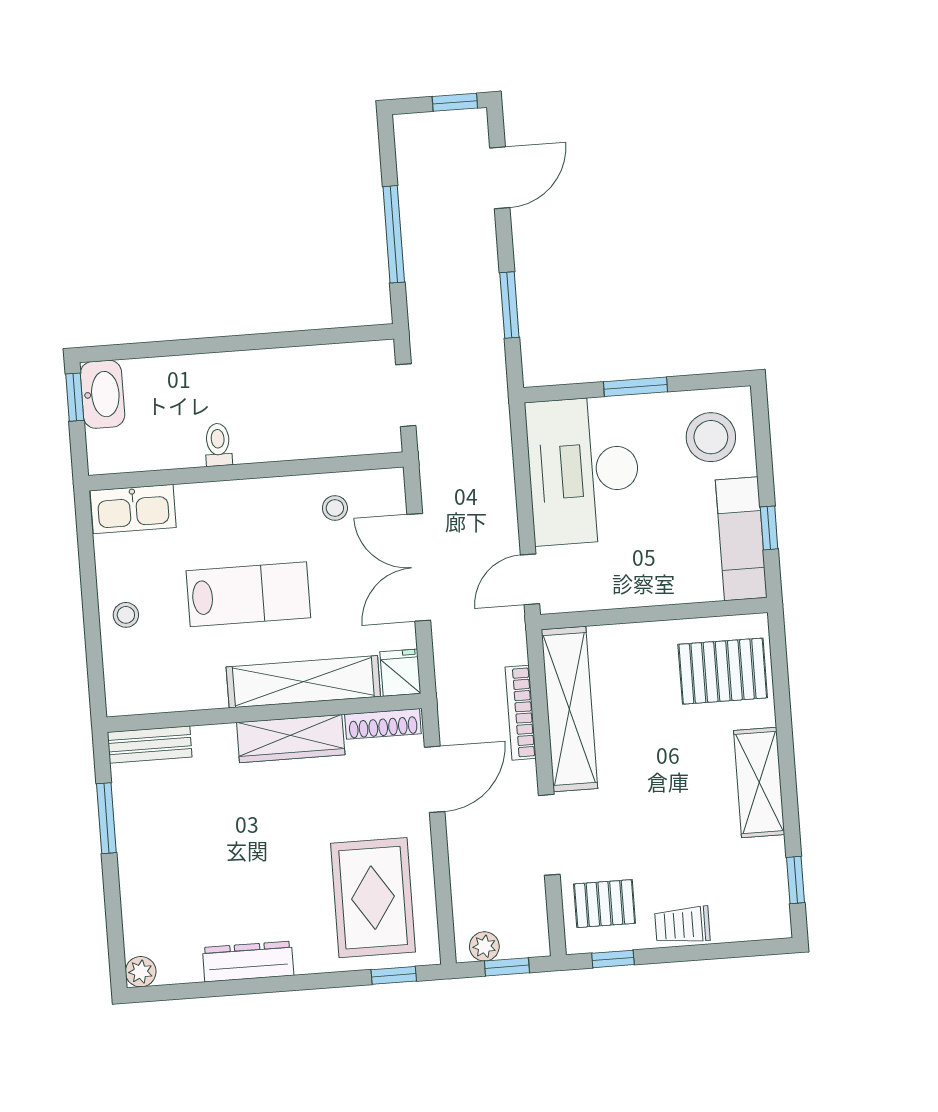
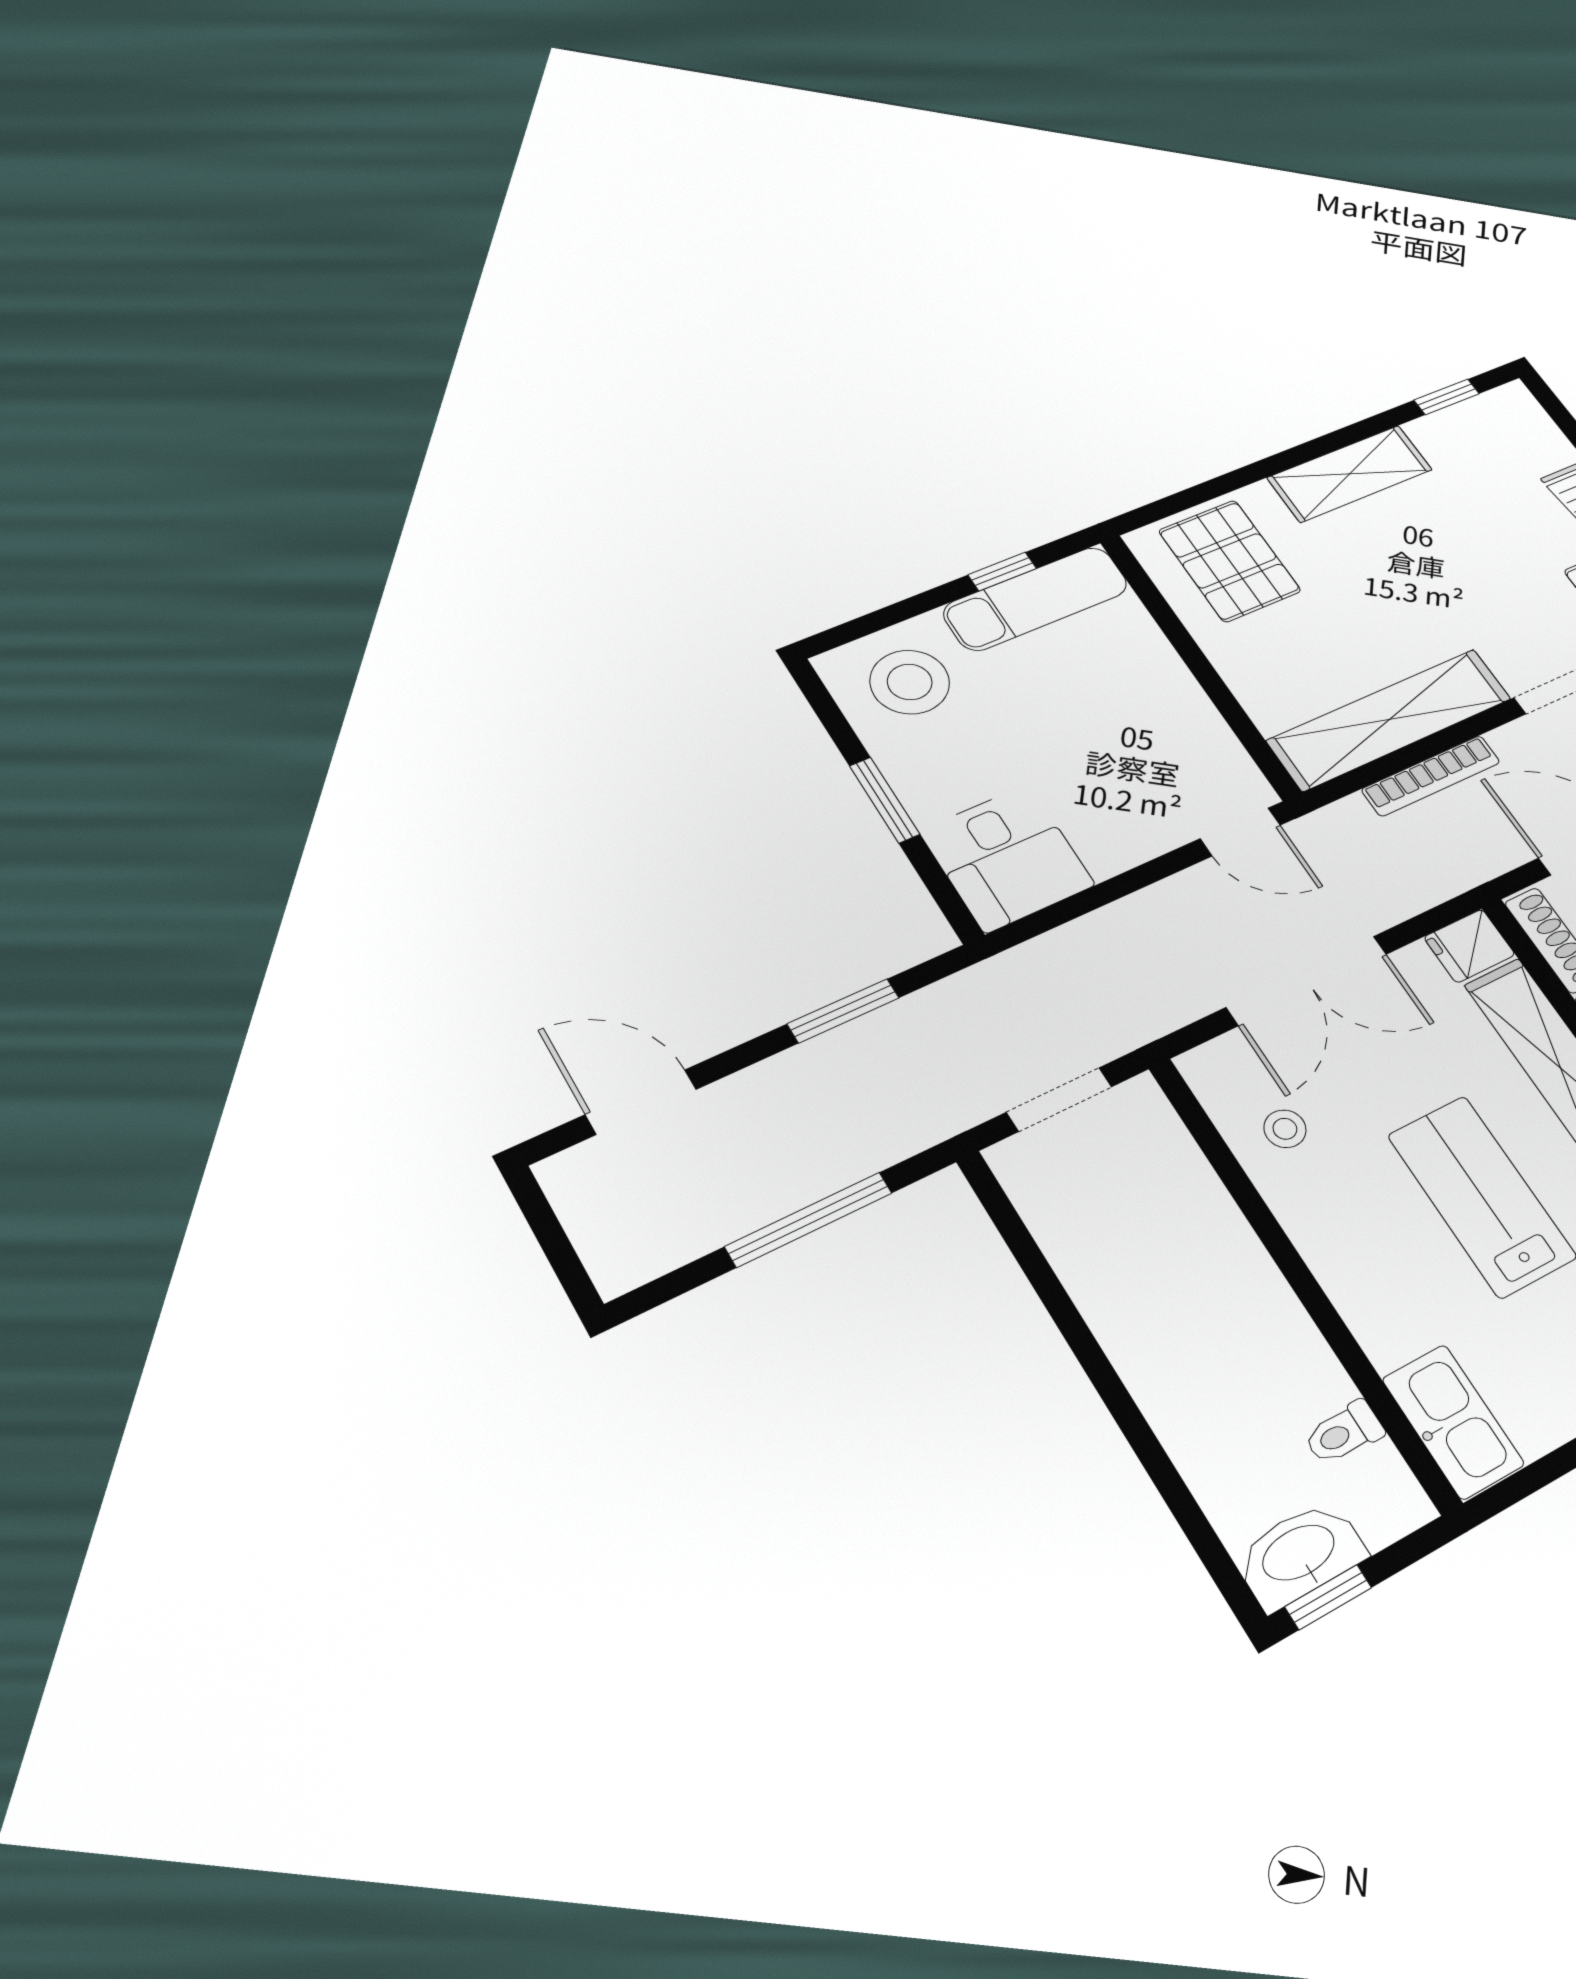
window: (455, 102) -> (541, 1217), removed
toilet: (218, 445) -> (1344, 1433), moved
desk: (583, 471) -> (1007, 858), width x0.53, depth x0.77

